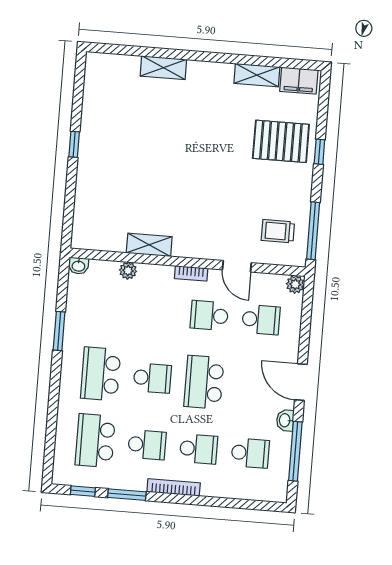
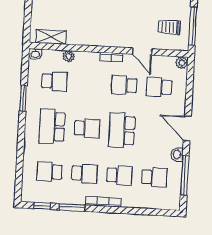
shelving: (149, 245) -> (51, 37), moved
school desk: (106, 307) -> (54, 81), added
school desk: (261, 320) -> (159, 87), turned 180
school desk: (95, 441) -> (50, 172), width x0.54

